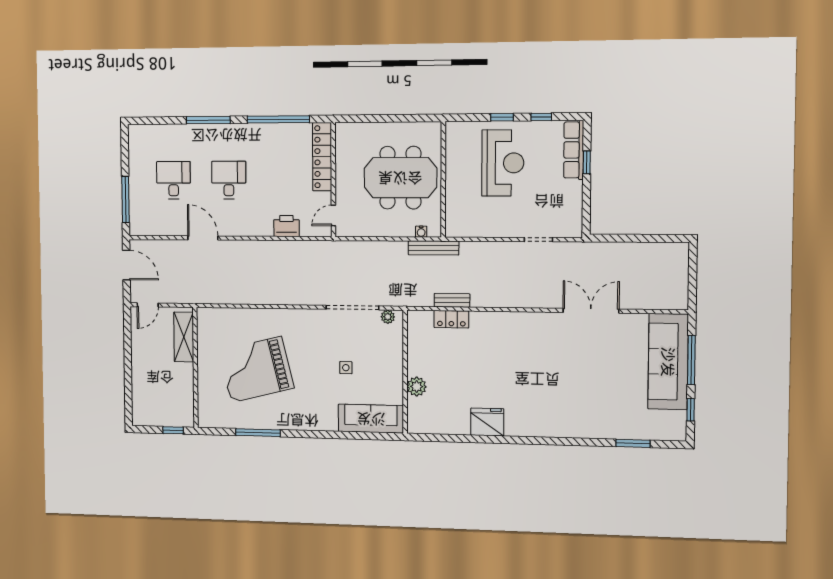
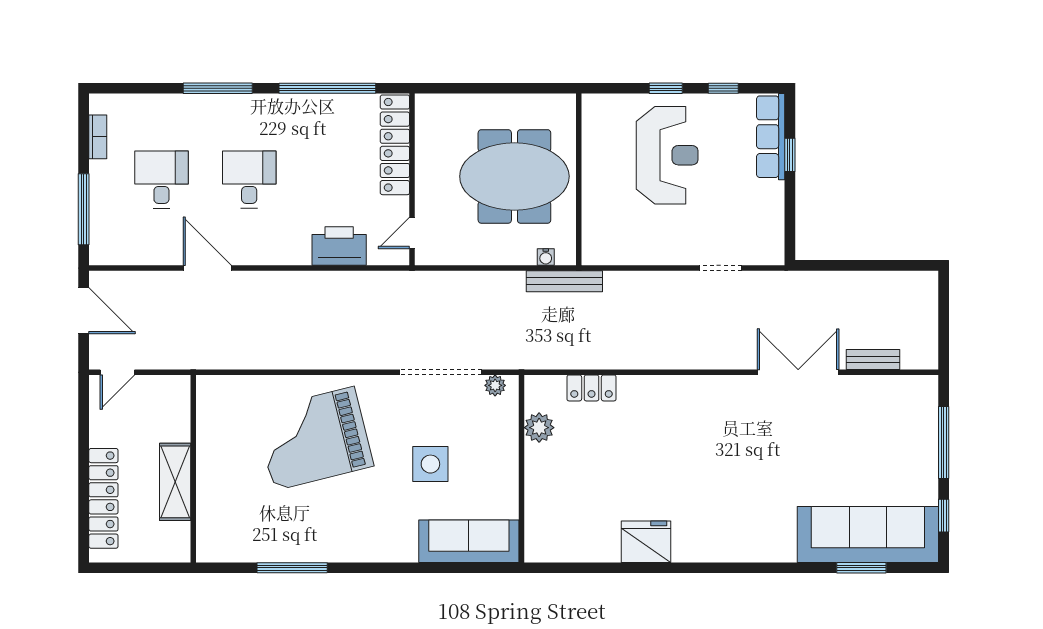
bookcase: (133, 153) -> (98, 137), added
printer: (286, 226) -> (339, 246), width x1.37, depth x1.19
bench: (452, 300) -> (873, 359), moved
shelving: (184, 337) -> (175, 482), moved
sofa: (668, 362) -> (868, 535), moved, turned 90
side table: (346, 368) -> (430, 464), width x1.87, depth x1.87
grand piano: (256, 370) -> (314, 439), moved
locker: (140, 385) -> (103, 498), added
plant: (417, 387) -> (539, 428), moved
window: (173, 430) -> (156, 568), removed

